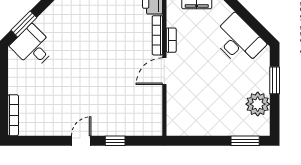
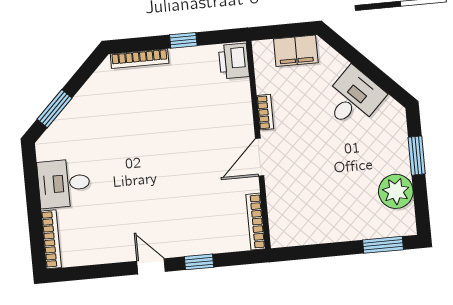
bookcase: (157, 35) -> (256, 222), moved
desk: (238, 41) -> (353, 98), width x0.73
desk: (33, 47) -> (64, 183), moved, turned -45
door: (81, 141) -> (151, 266), hinge flipped

